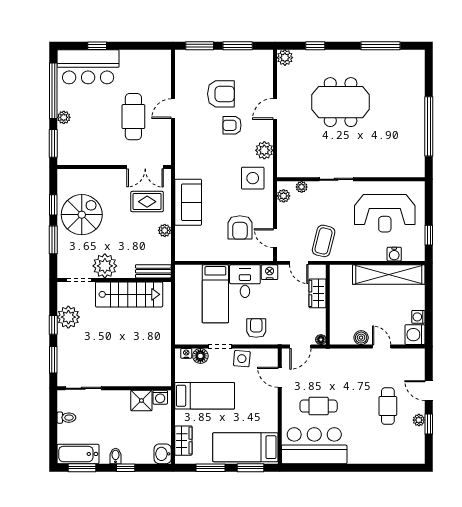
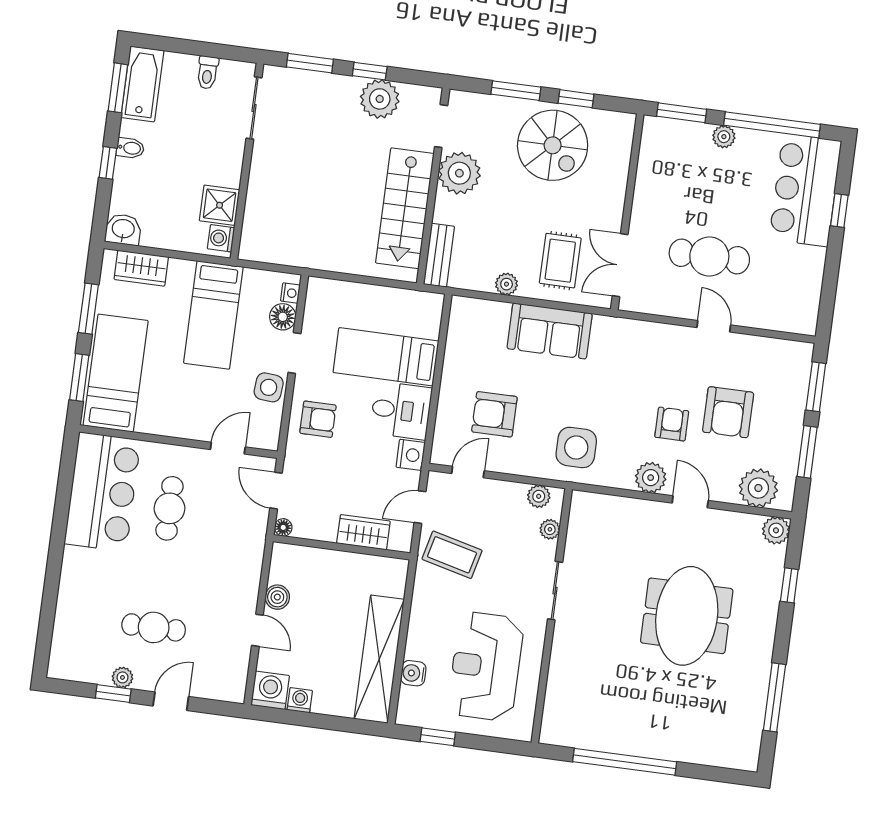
plant: (262, 71) -> (758, 488), added
plant: (264, 150) -> (651, 478), moved
door: (382, 346) -> (257, 630), hinge flipped

